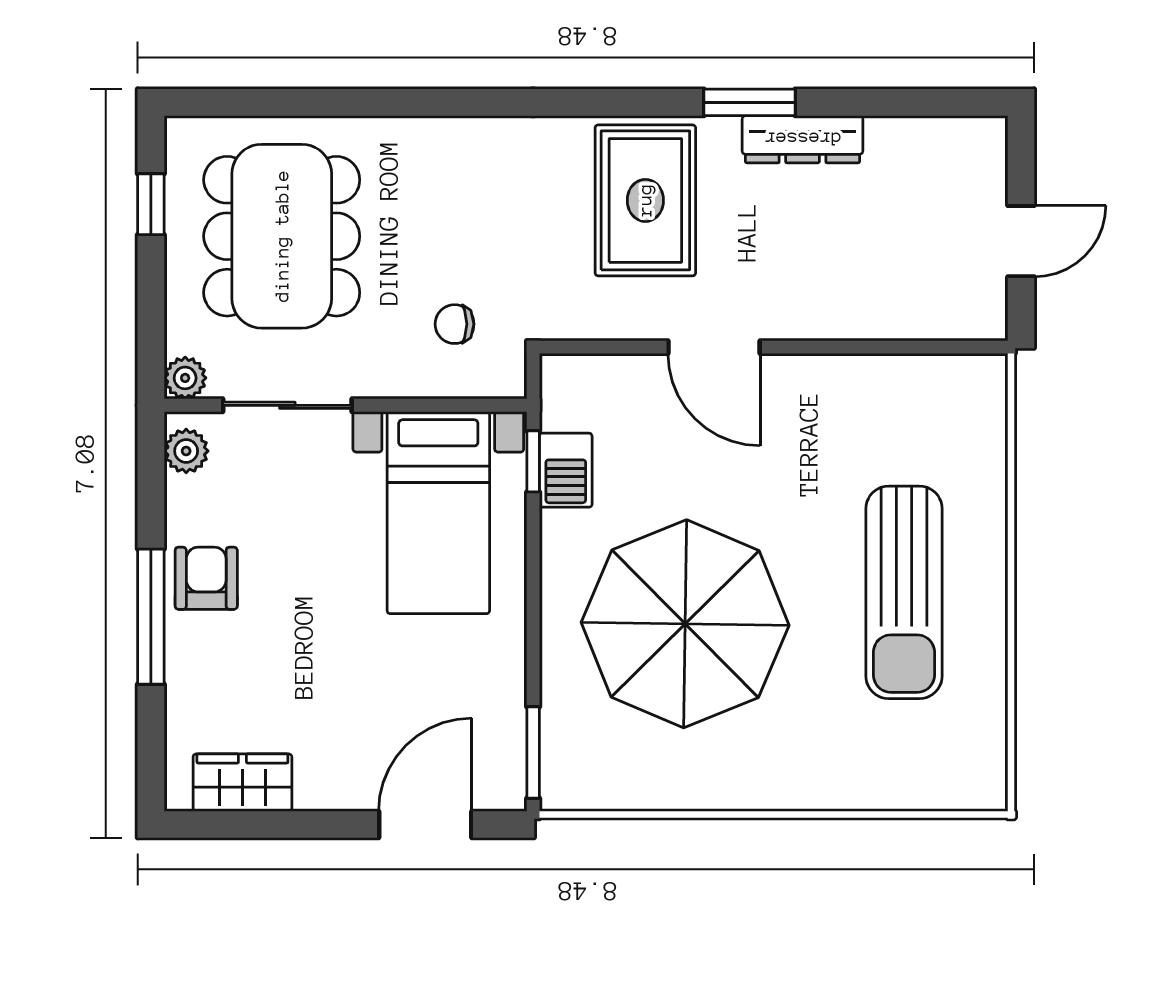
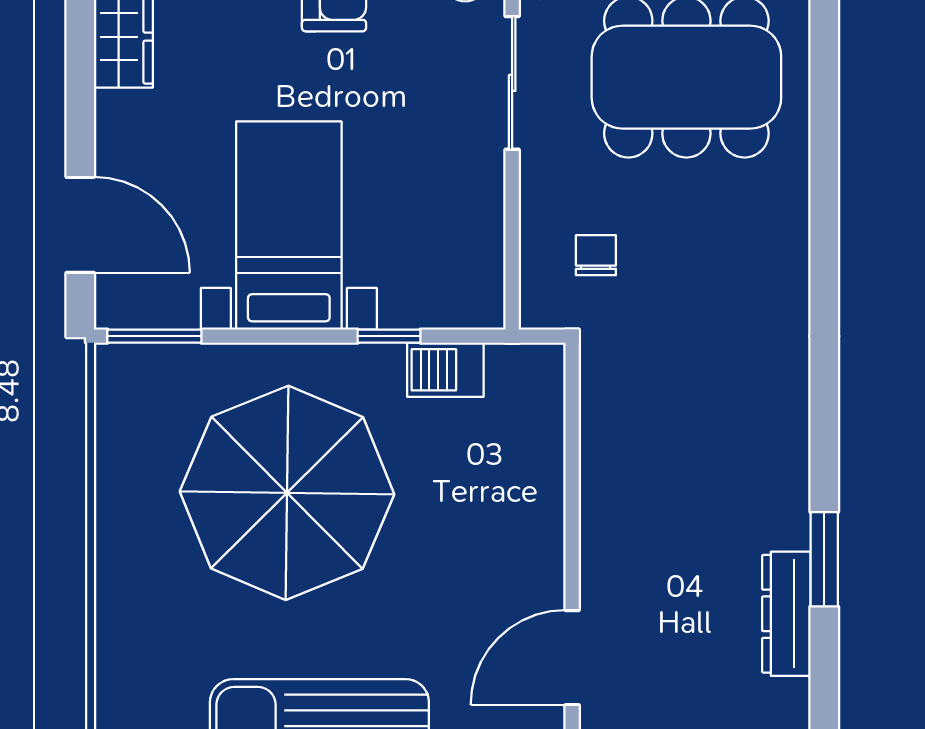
rug: (645, 200) -> (723, 452), removed
door: (714, 347) -> (572, 658), moved
window: (533, 461) -> (389, 336), moved
bed with nightstands: (438, 513) -> (289, 226), moved, turned 90

